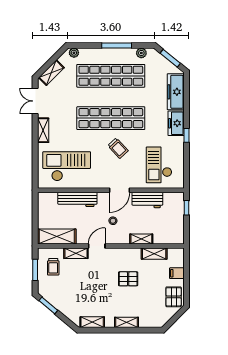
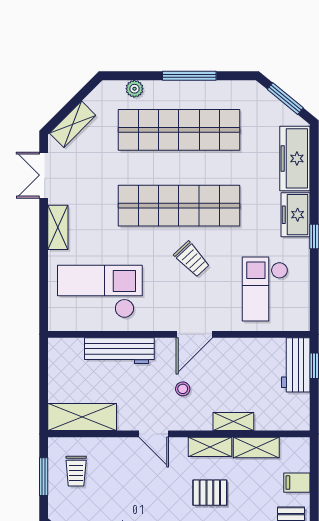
plant: (74, 53) -> (134, 89), moved
plant: (141, 53) -> (233, 89), removed
workbench: (147, 200) -> (296, 365), moved, turned 90
door: (97, 246) -> (154, 434), swing flipped
shelving: (76, 253) -> (210, 447), moved

